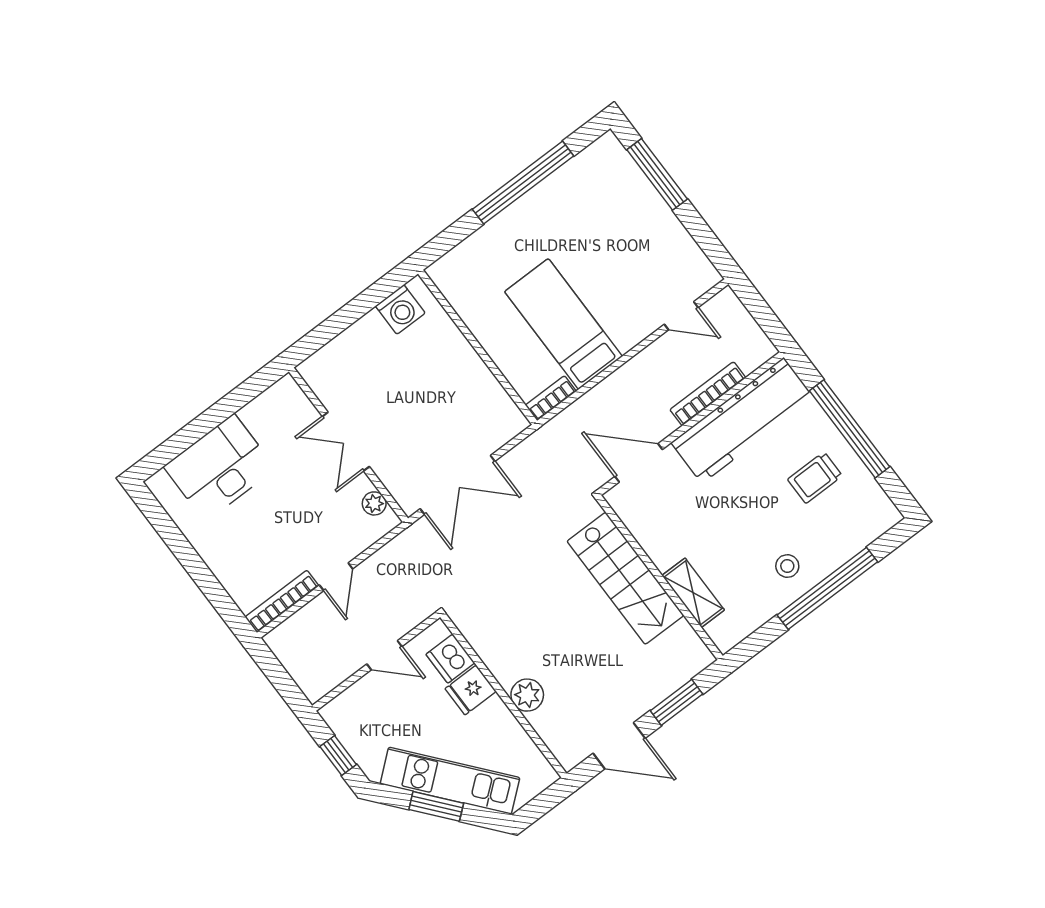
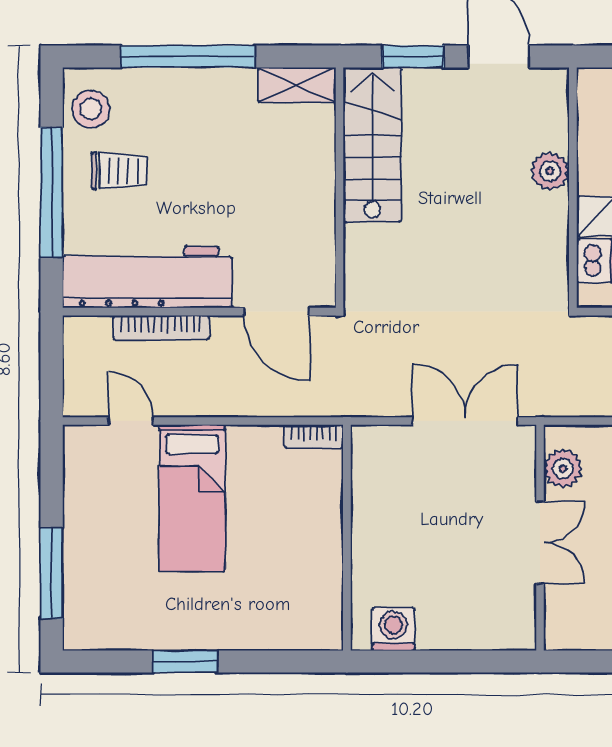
window: (523, 183) -> (185, 662), width x0.47
bed: (563, 324) -> (192, 498), moved
plant: (374, 503) -> (563, 469), width x1.38, depth x1.38
stool: (787, 566) -> (91, 109), moved, width x1.37, depth x1.37
stairs: (625, 578) -> (372, 145), moved
shelving: (693, 593) -> (297, 85), moved, turned 90

